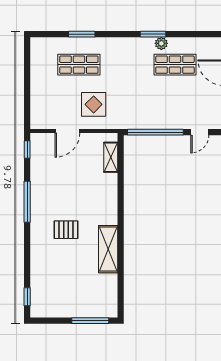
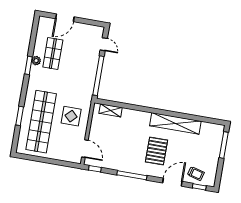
shop shelf: (79, 65) -> (41, 122), width x2.00, depth x1.36
door: (67, 131) -> (85, 149), moved
pallet: (66, 230) -> (157, 151), width x1.50, depth x1.42
shelving: (108, 249) -> (175, 123), width x1.47
door: (27, 259) -> (172, 182), added
trolley: (44, 289) -> (196, 174), added

